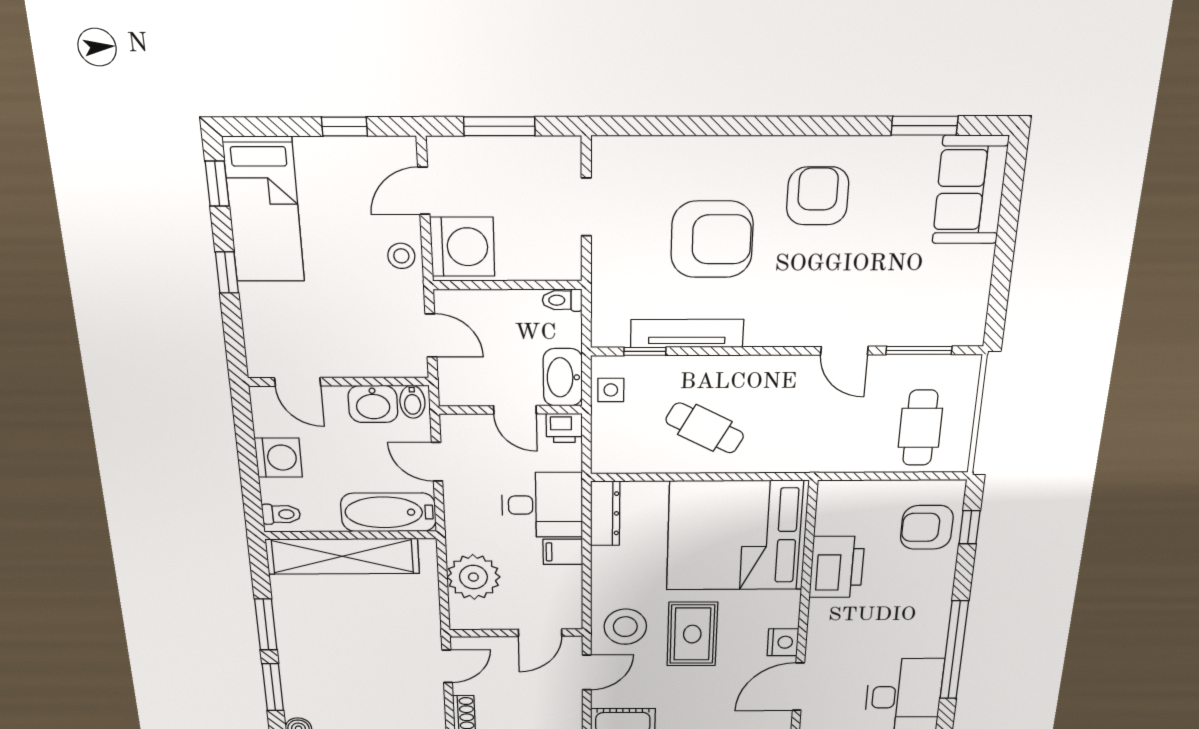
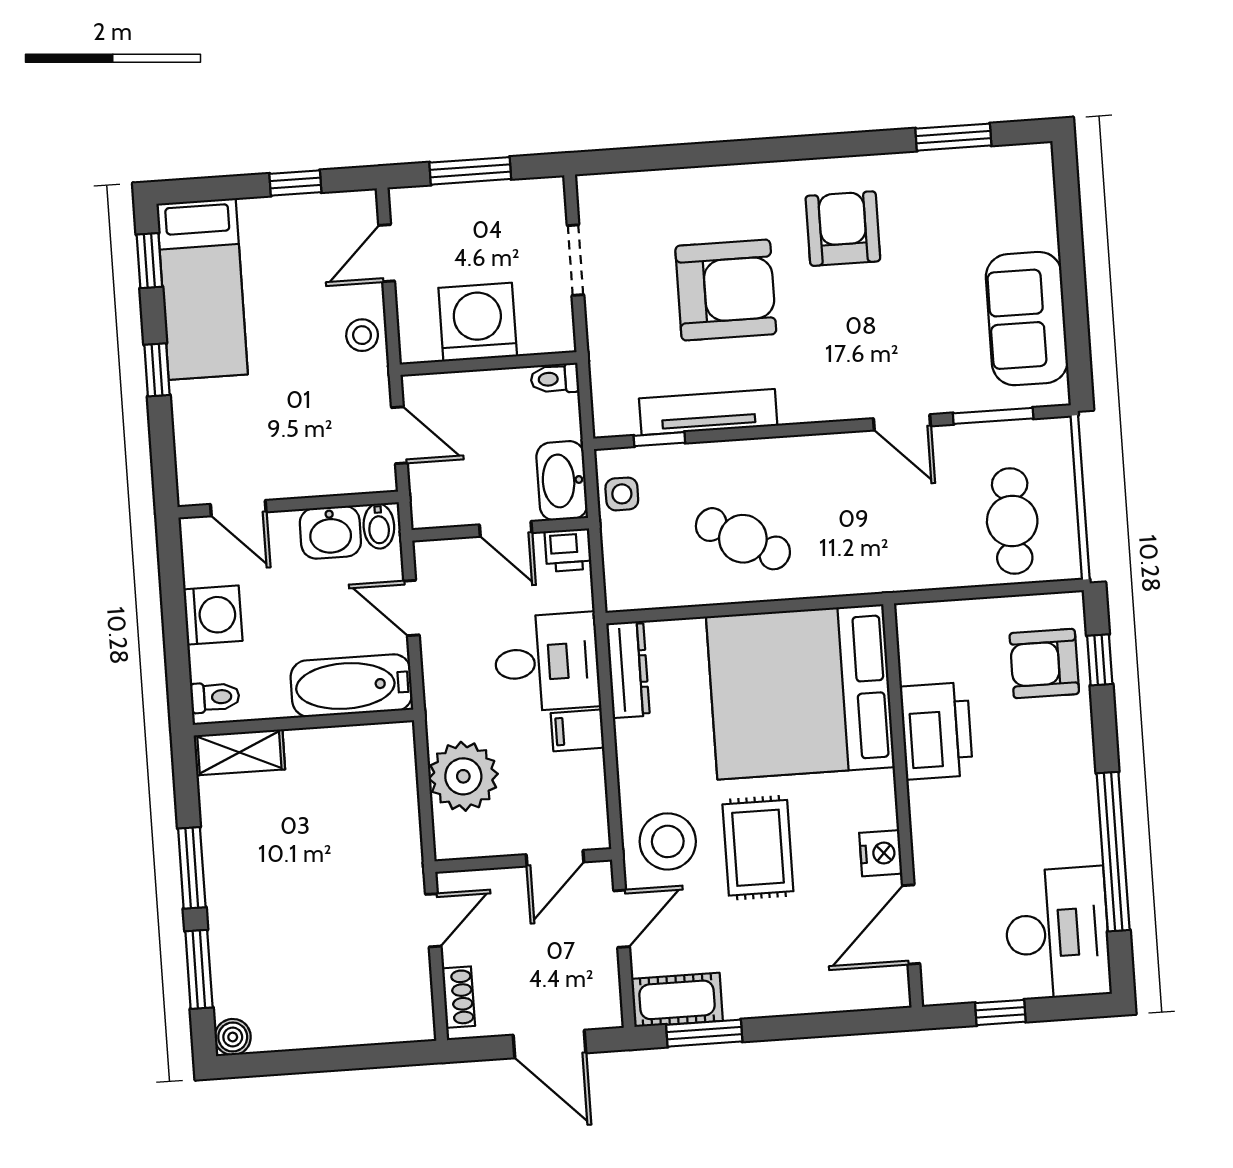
sofa: (970, 190) -> (1027, 319), moved
washing machine: (462, 247) -> (478, 322), moved, turned -90
shelving: (343, 556) -> (239, 752), width x0.45, depth x0.75

